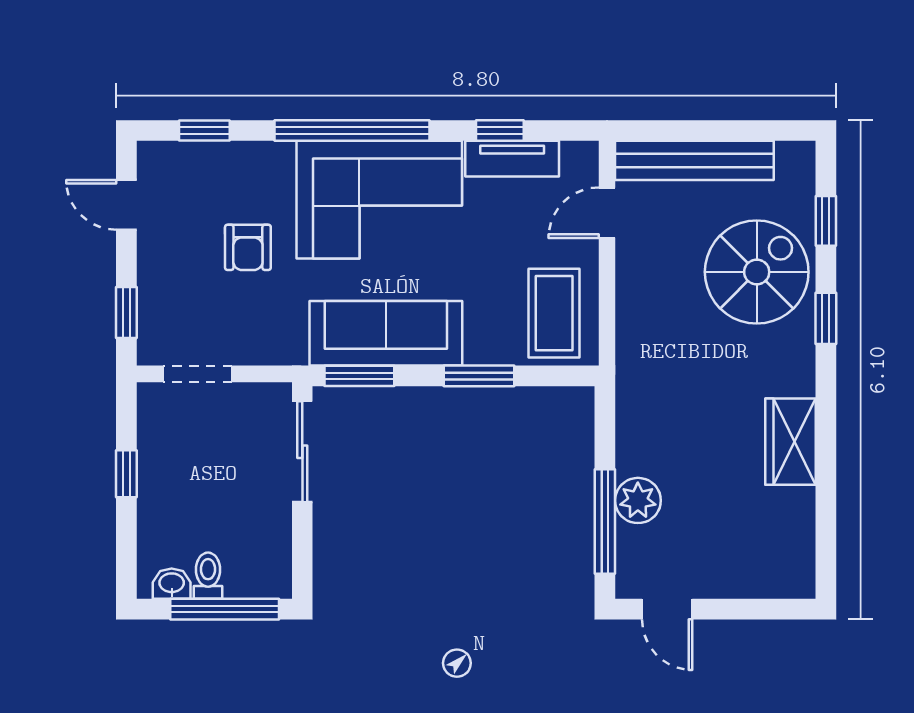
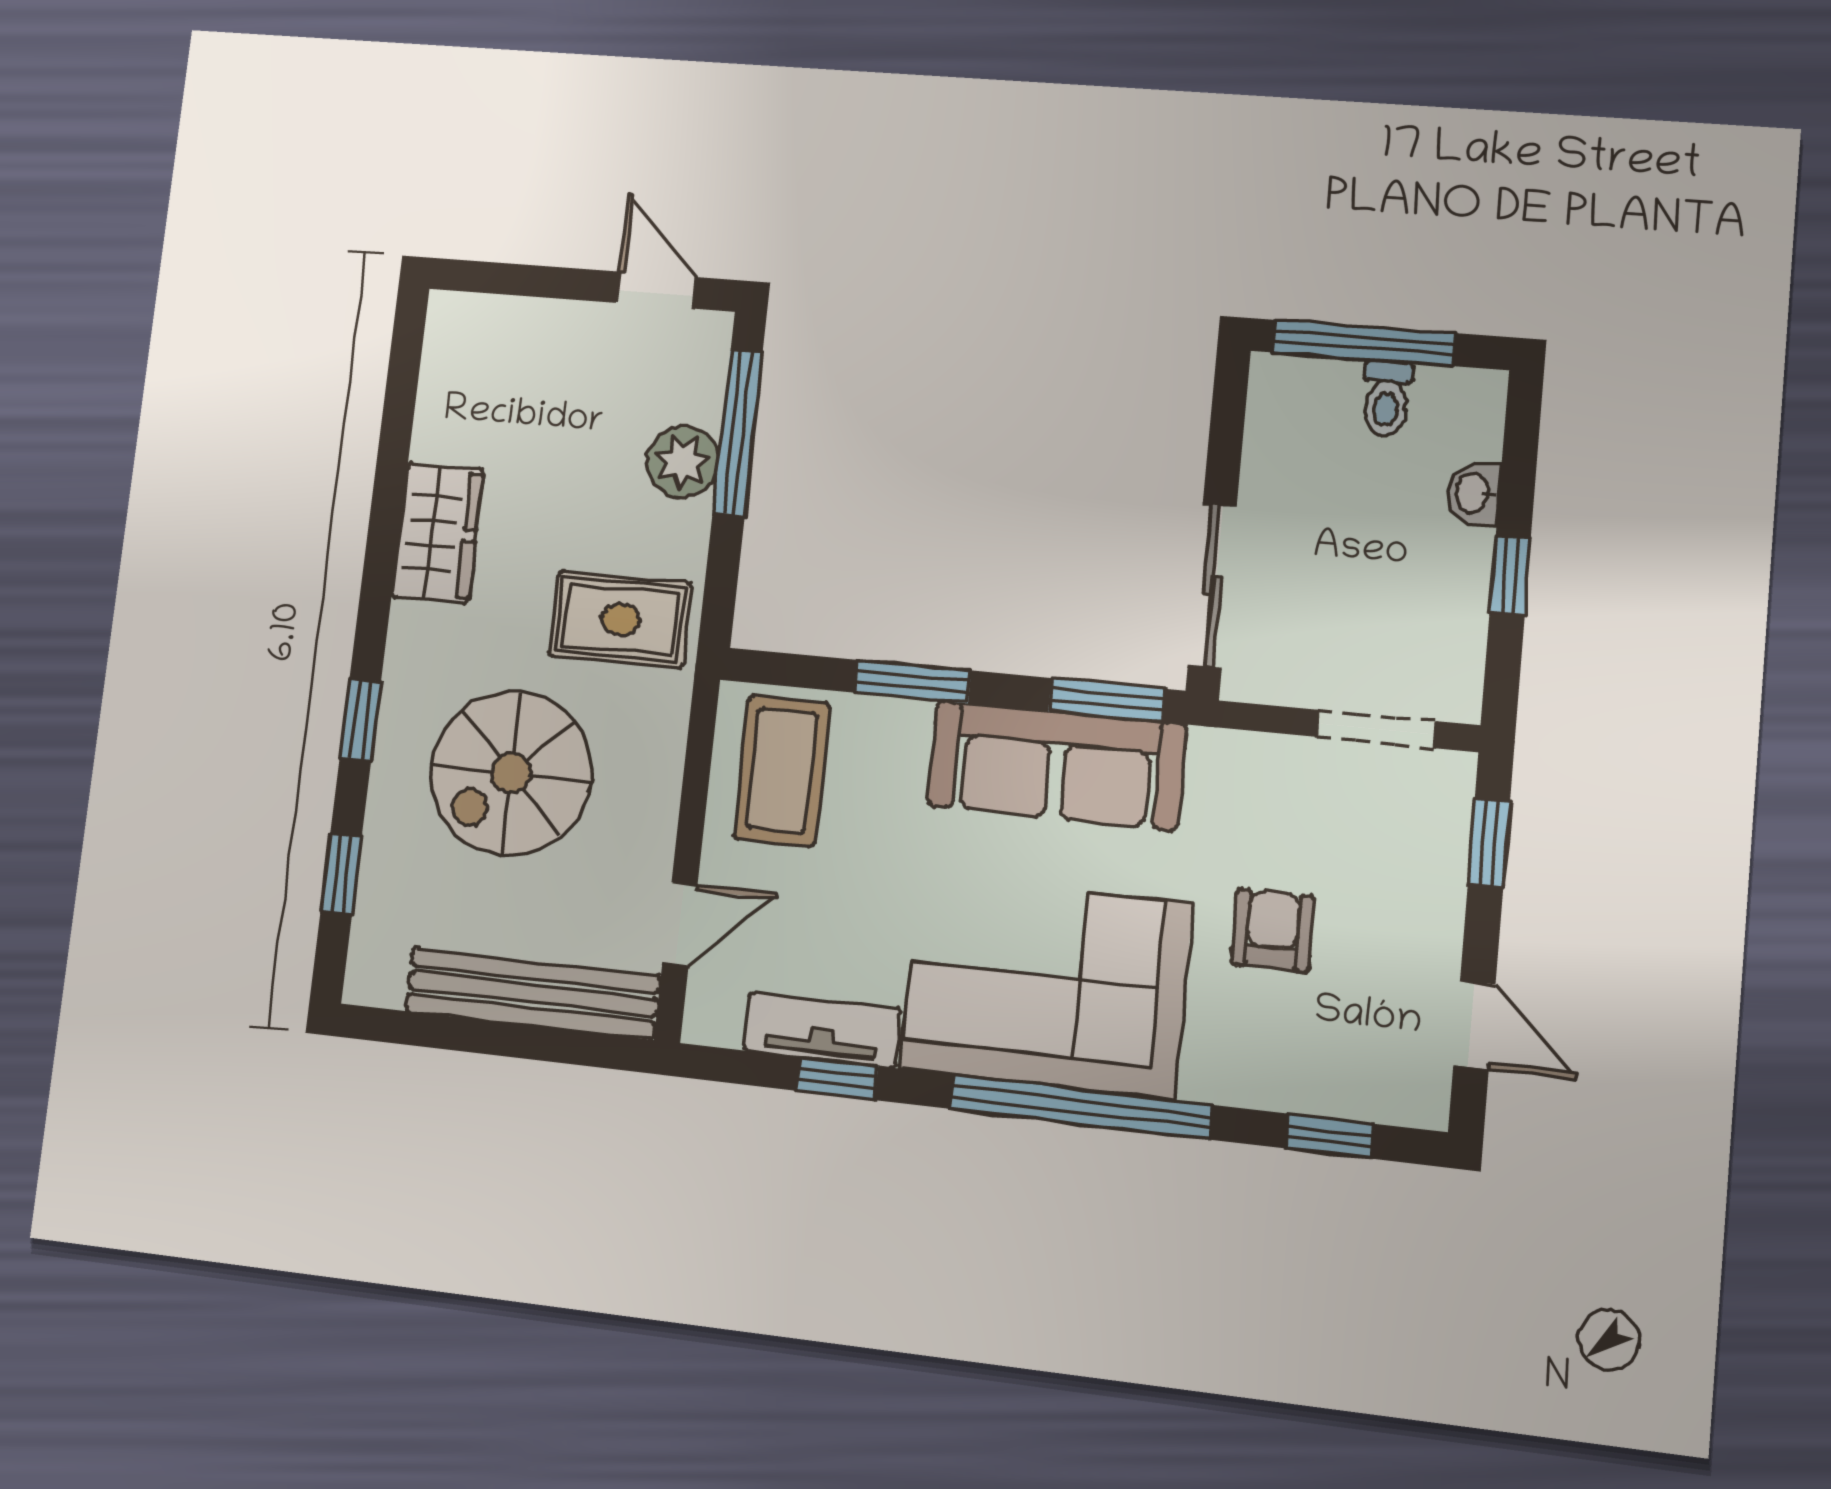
spiral stairs: (757, 272) -> (511, 773), moved
rug: (666, 398) -> (620, 619), added
washbasin: (172, 584) -> (1473, 493), moved, turned 90

